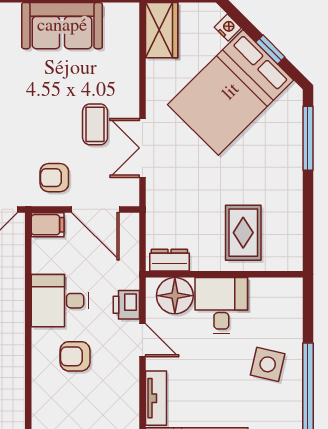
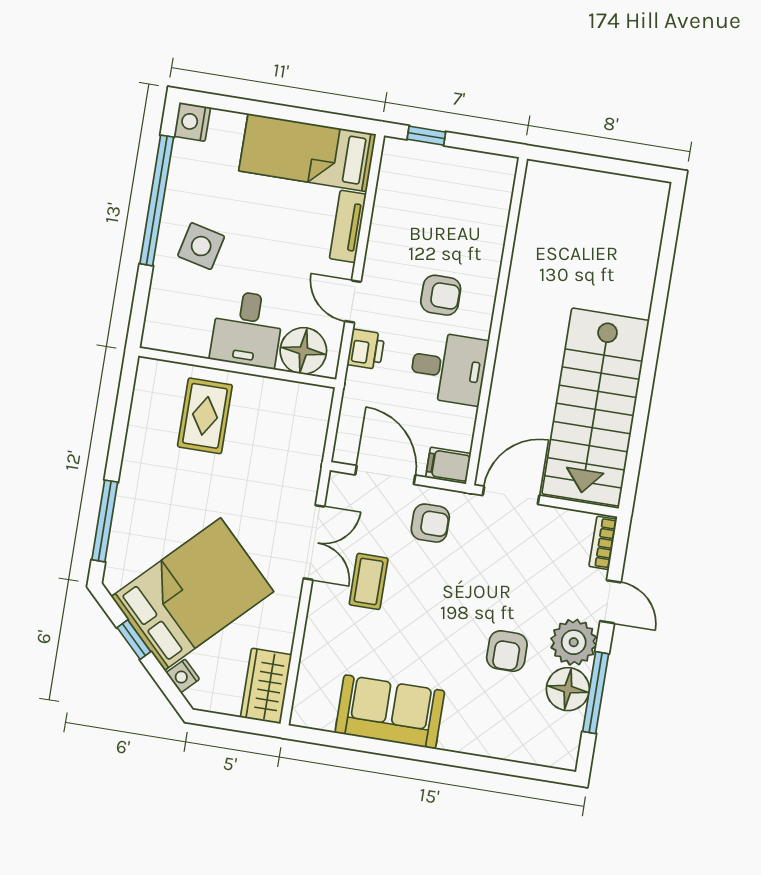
dresser: (169, 260) -> (303, 396), removed

